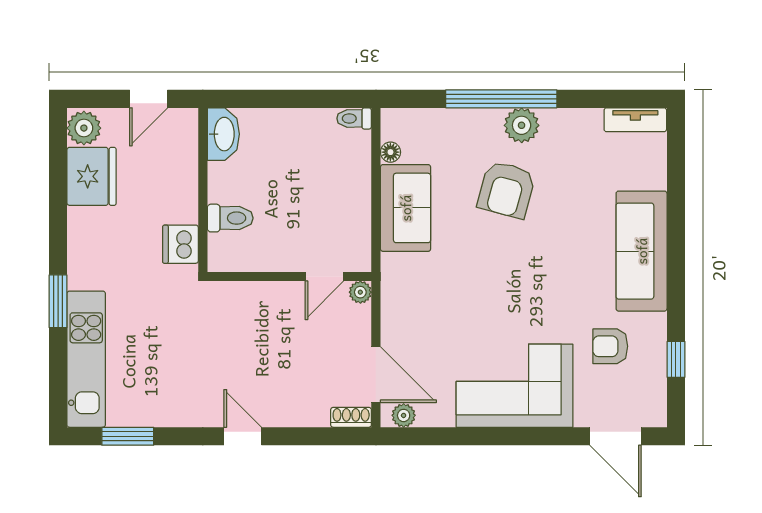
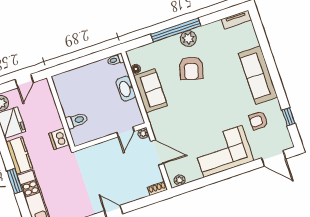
washbasin: (223, 134) -> (126, 89), moved, turned 180
kitchen counter: (86, 251) -> (19, 155), added
door: (376, 375) -> (157, 152), moved

